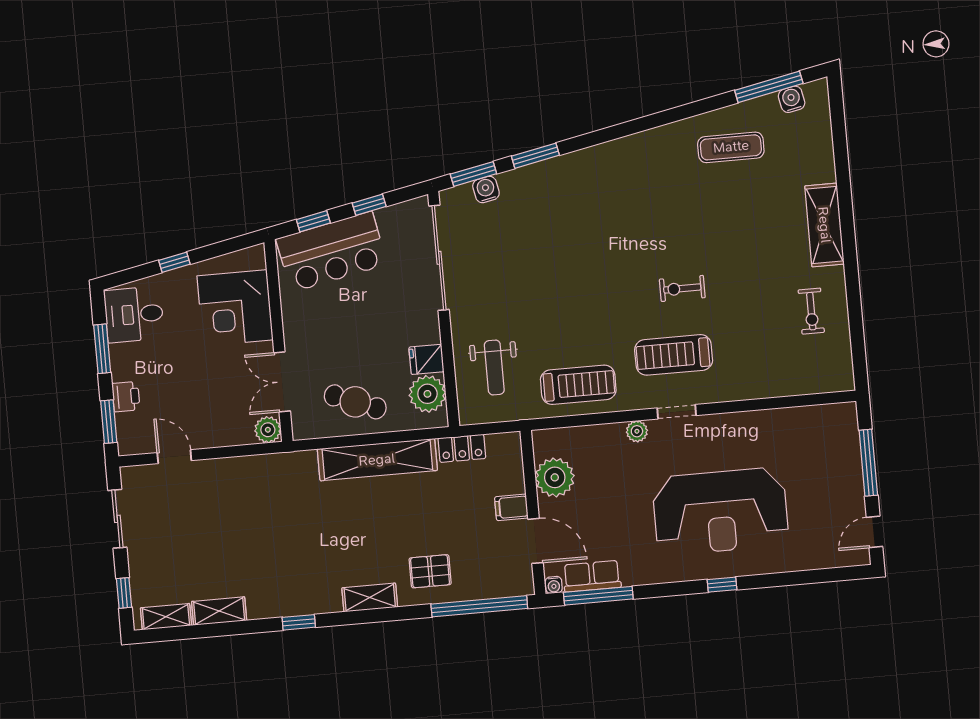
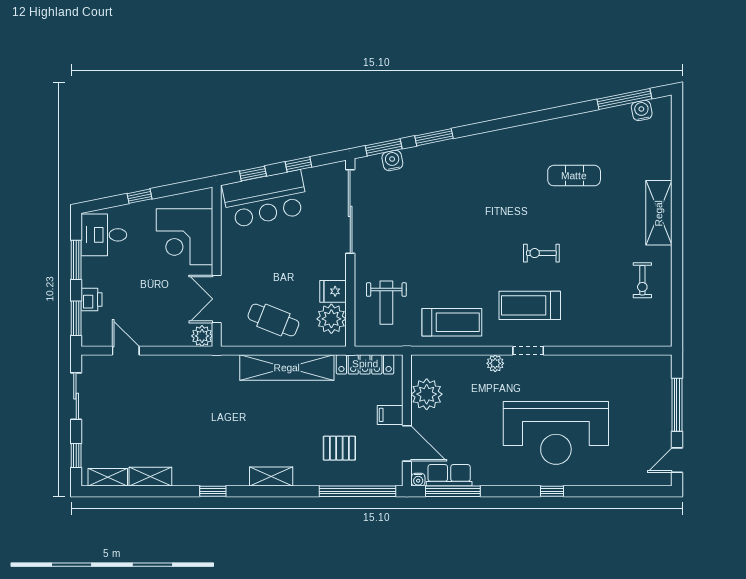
exercise mat: (731, 147) -> (574, 176), moved
locker: (462, 448) -> (365, 364), width x1.53
pallet: (430, 571) -> (339, 448), moved

